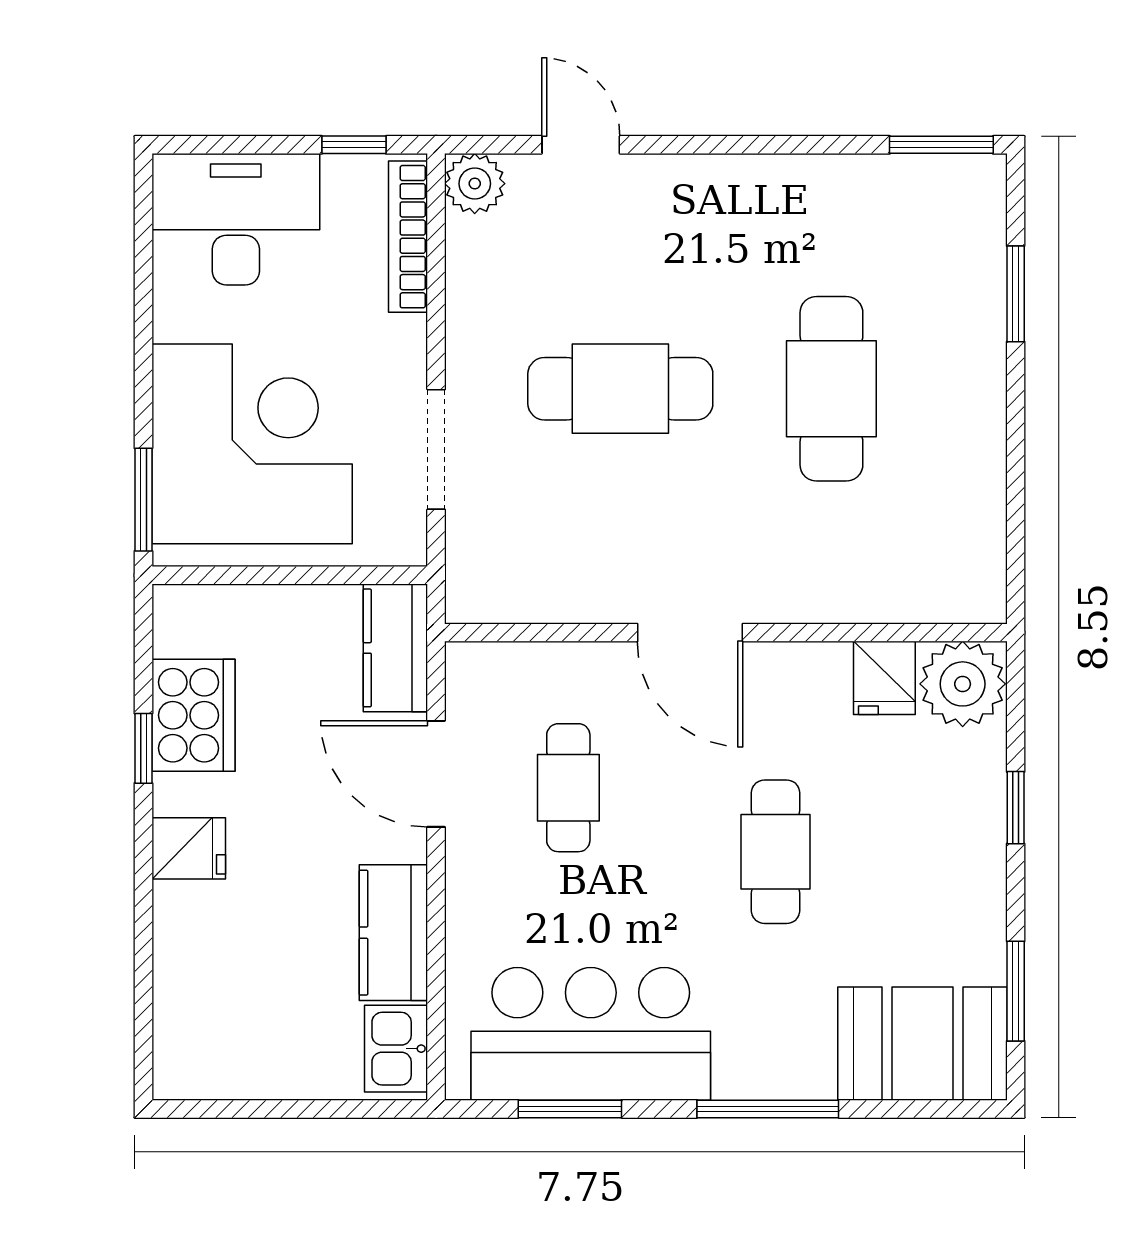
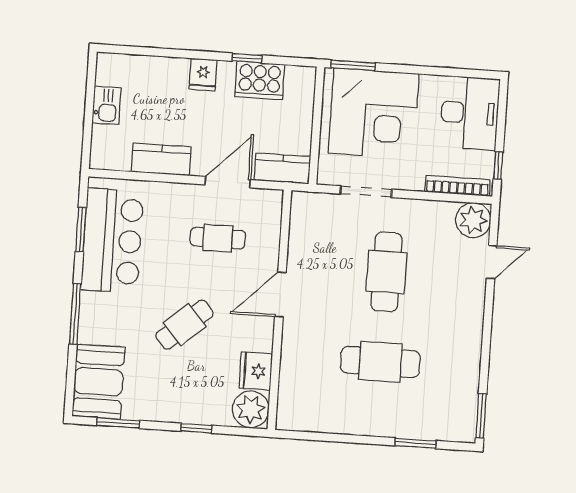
plant: (475, 184) -> (473, 220), width x1.36, depth x1.36
fridge: (884, 678) -> (256, 371), width x1.38
cafe table: (776, 852) -> (185, 325), turned -41
kitchen sink: (396, 1049) -> (106, 105), moved, turned 90

